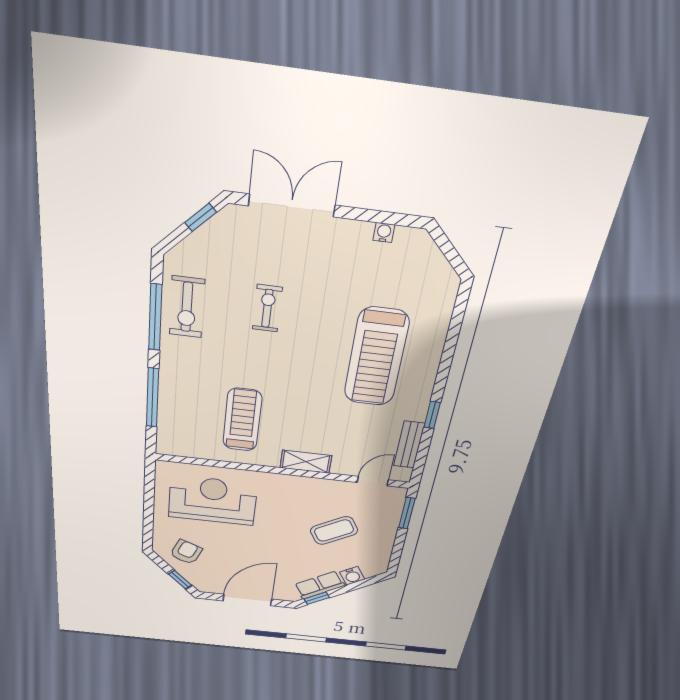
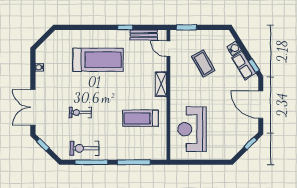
exercise bike: (187, 307) -> (84, 148), turned 180
armchair: (186, 552) -> (230, 141), removed

